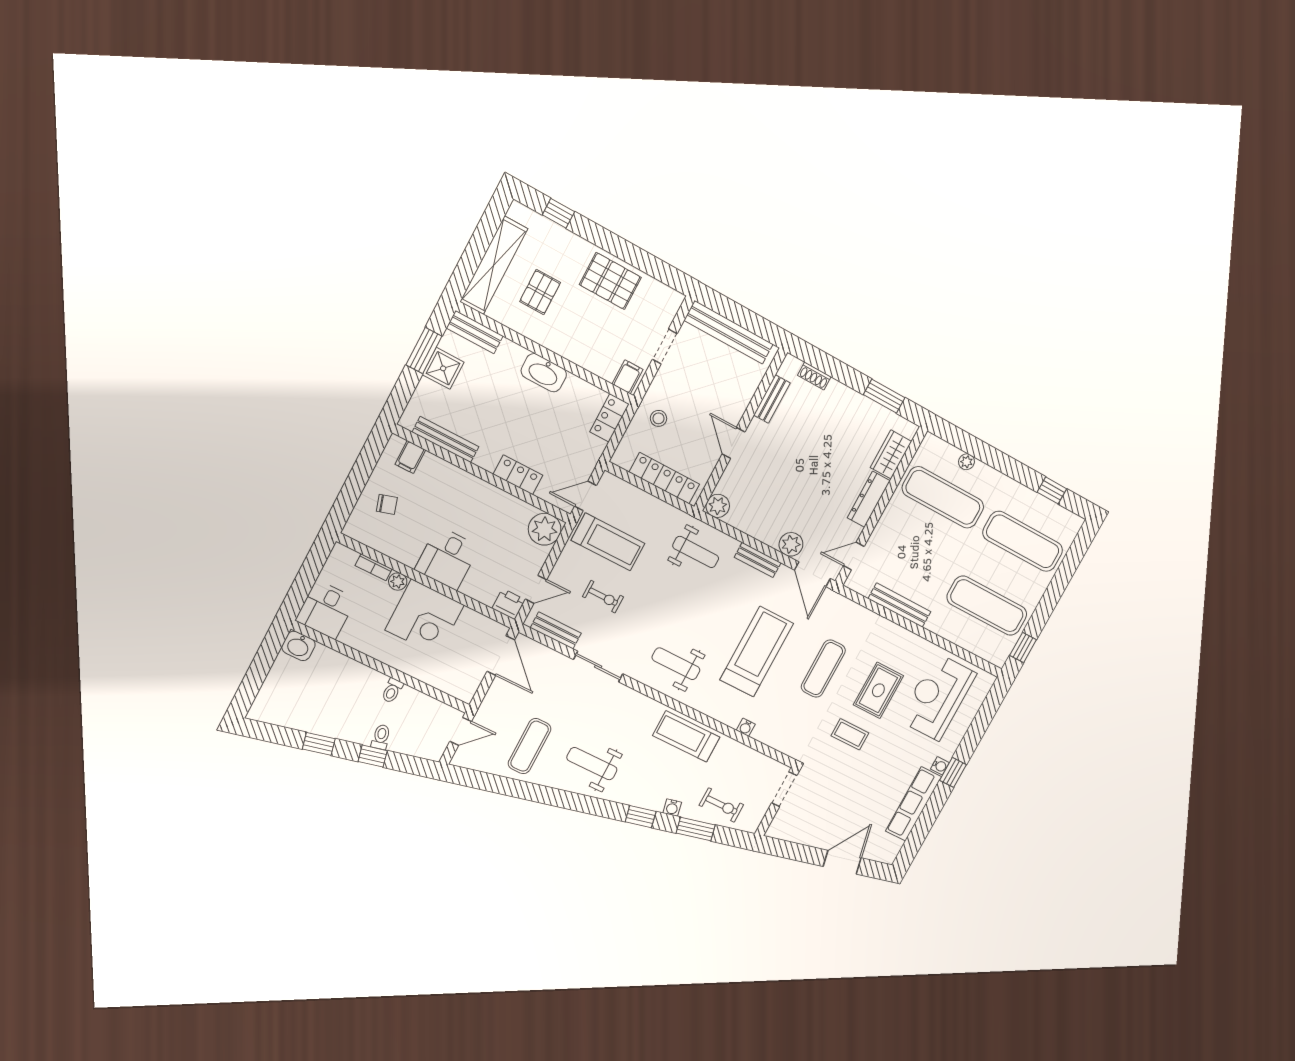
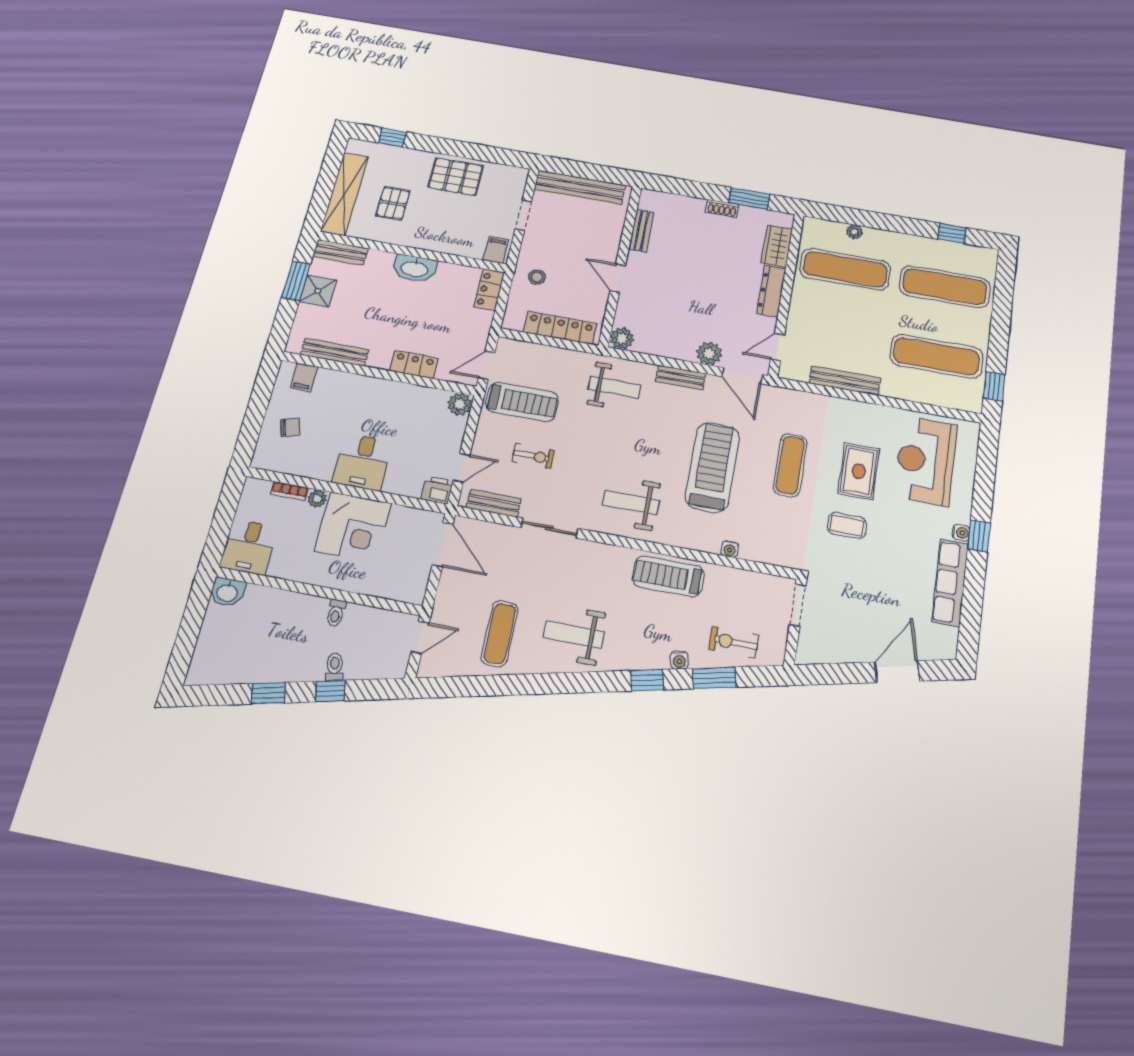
shoe rack: (814, 376) -> (722, 208), moved
plant: (545, 529) -> (460, 404), width x0.73, depth x0.73
exercise bike: (721, 805) -> (734, 642), turned 180

